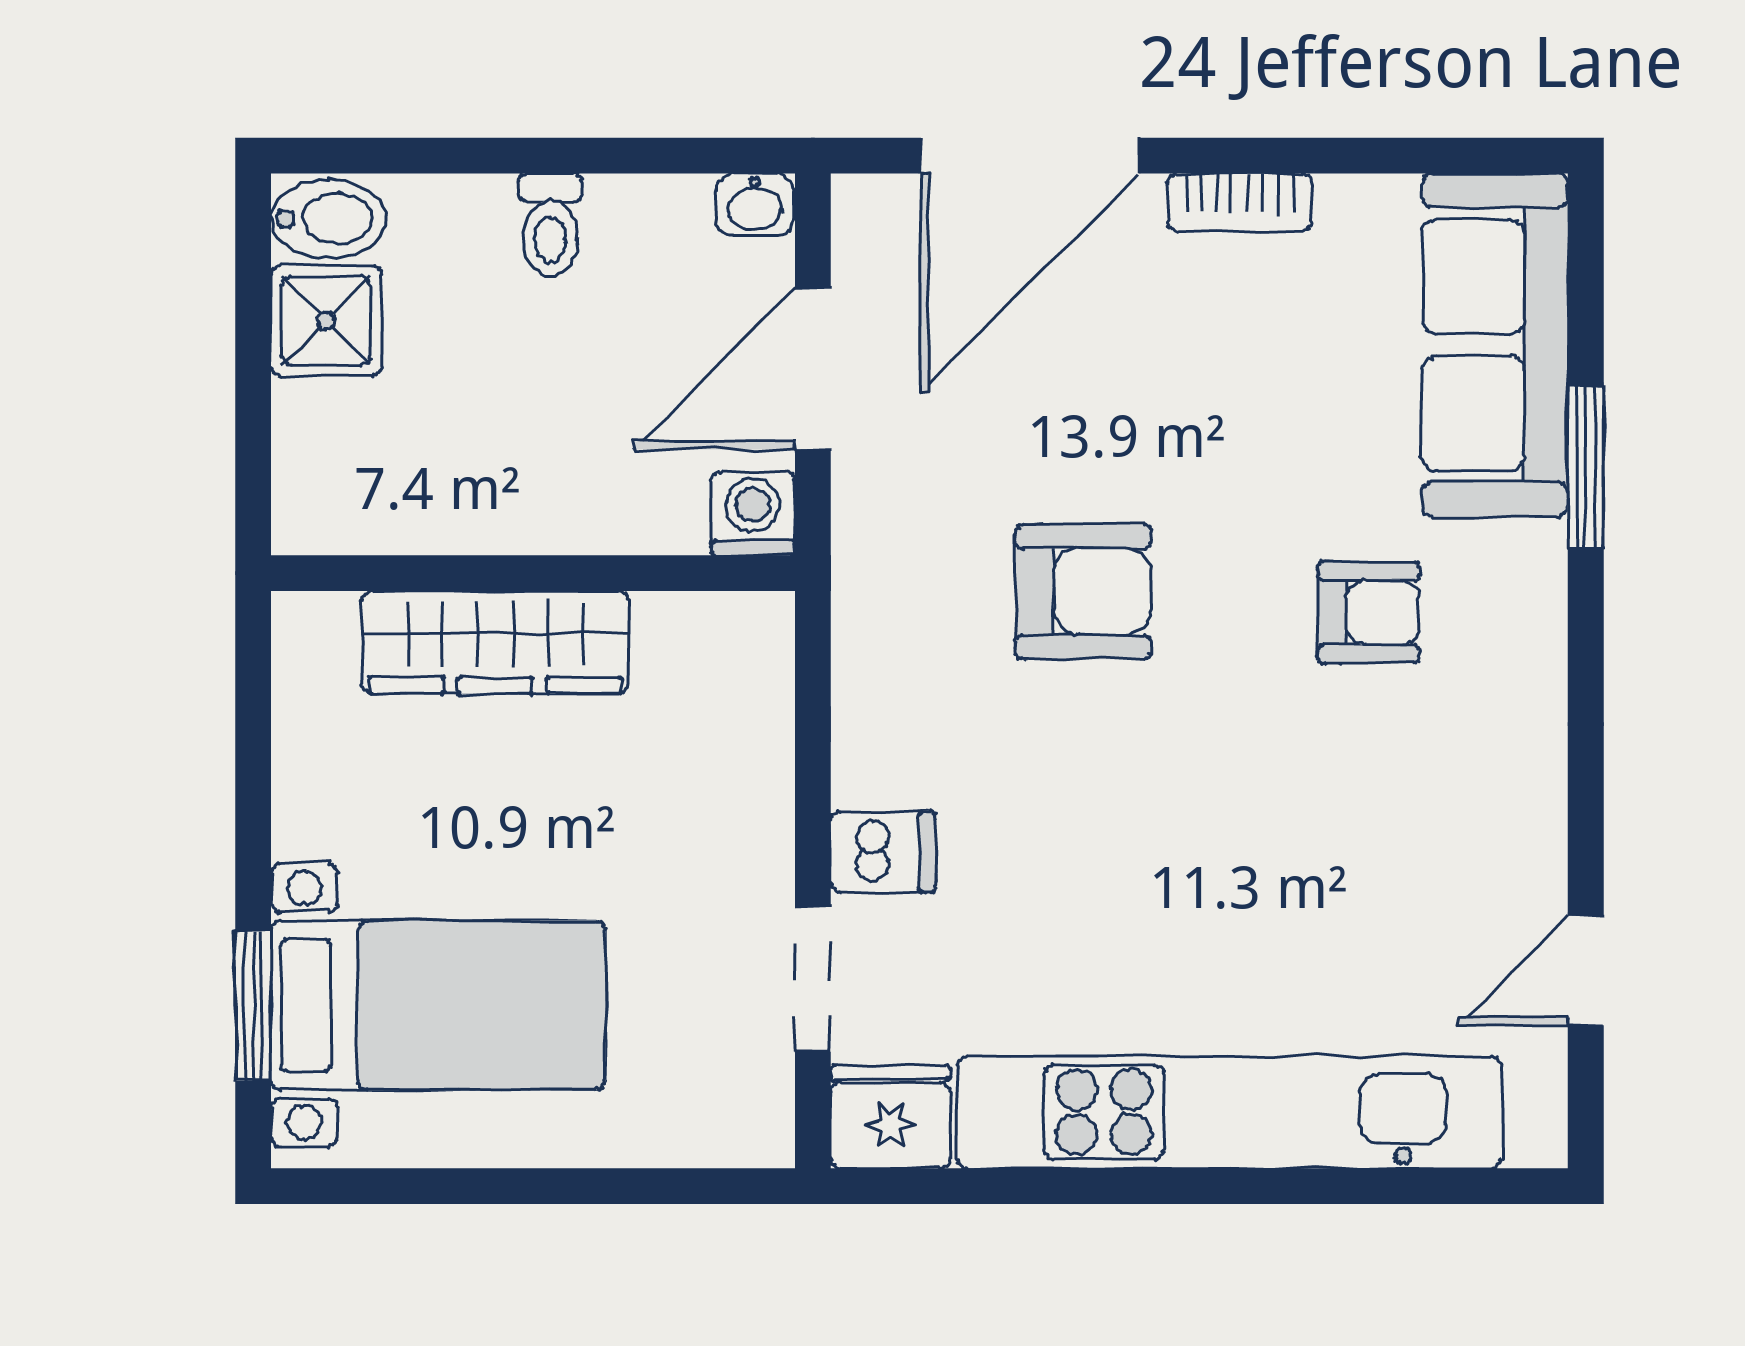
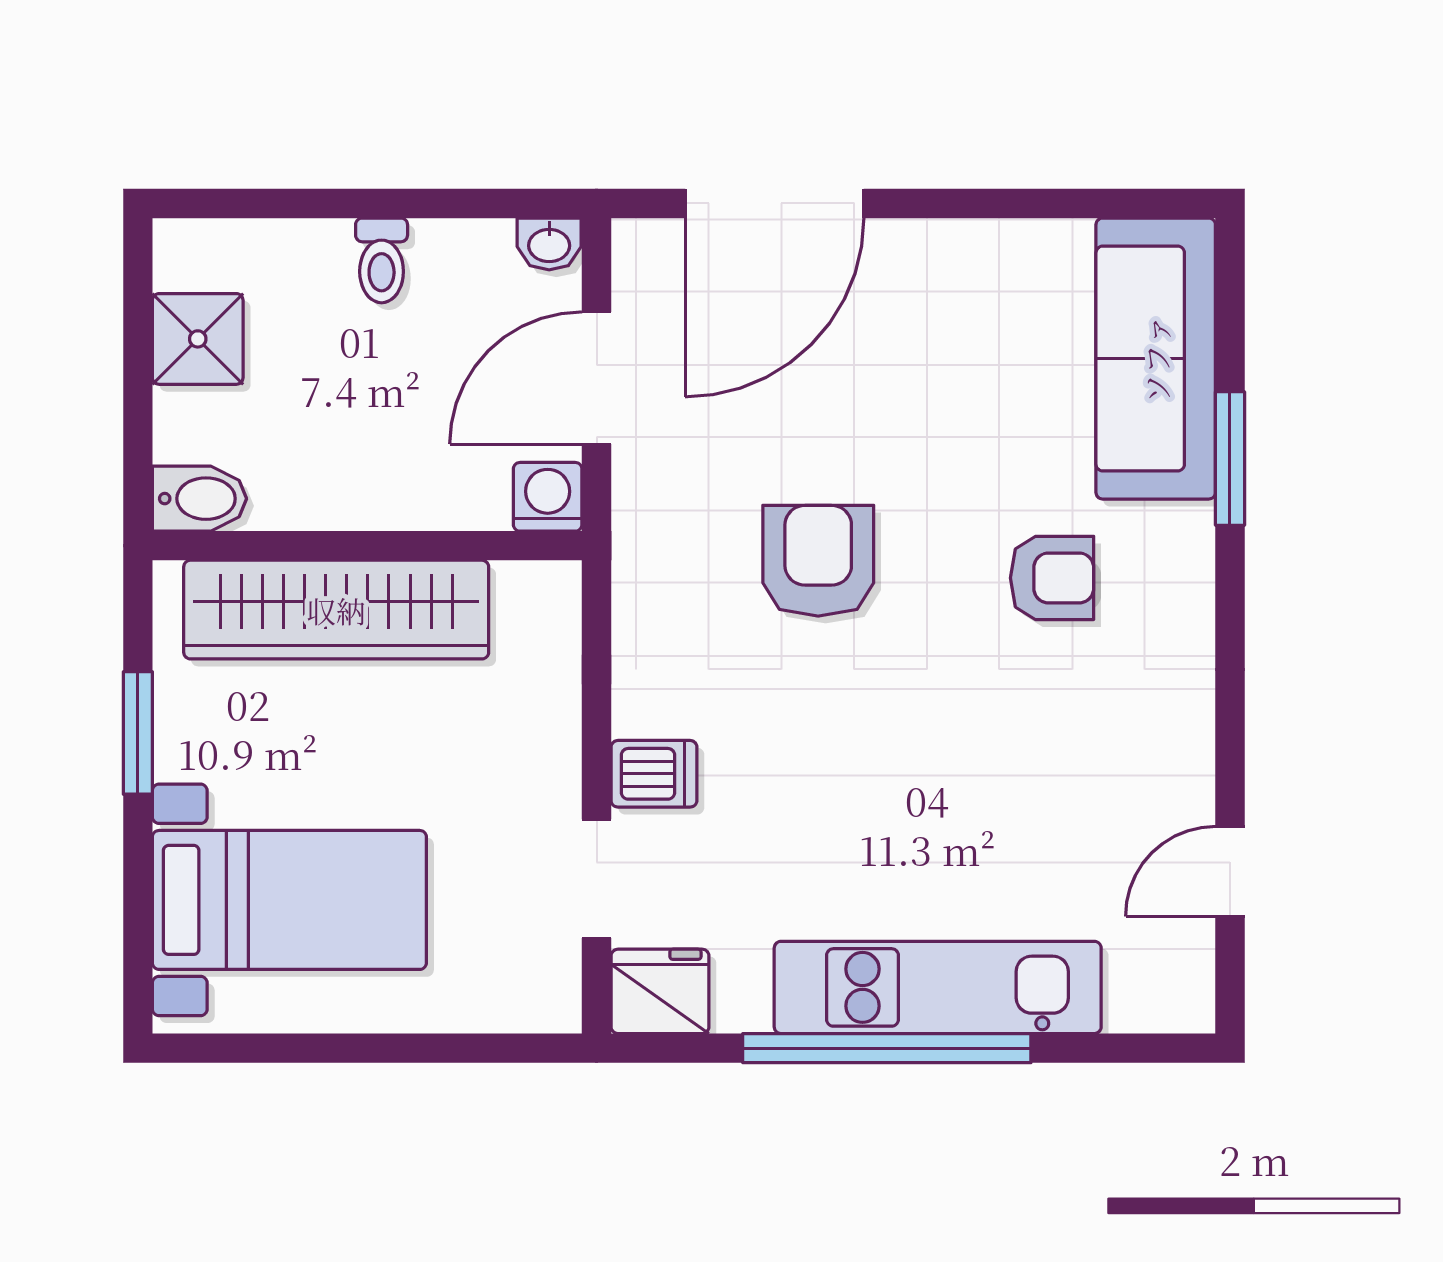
bookcase: (1240, 202) -> (946, 242), removed
bidet: (328, 219) -> (199, 499), moved
armchair: (1083, 591) -> (818, 561), turned -90
wardrobe: (495, 642) -> (336, 610), width x1.40, depth x1.17
window: (253, 1006) -> (138, 733), moved
kitchen unit: (1229, 1112) -> (938, 987), width x0.73
window: (1167, 1186) -> (887, 1048), added

